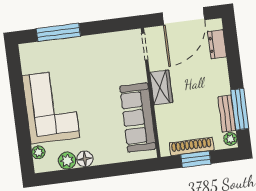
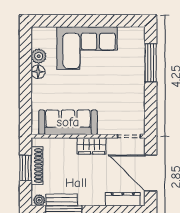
dresser: (217, 44) -> (123, 199), width x1.44
plant: (38, 152) -> (49, 32), removed

